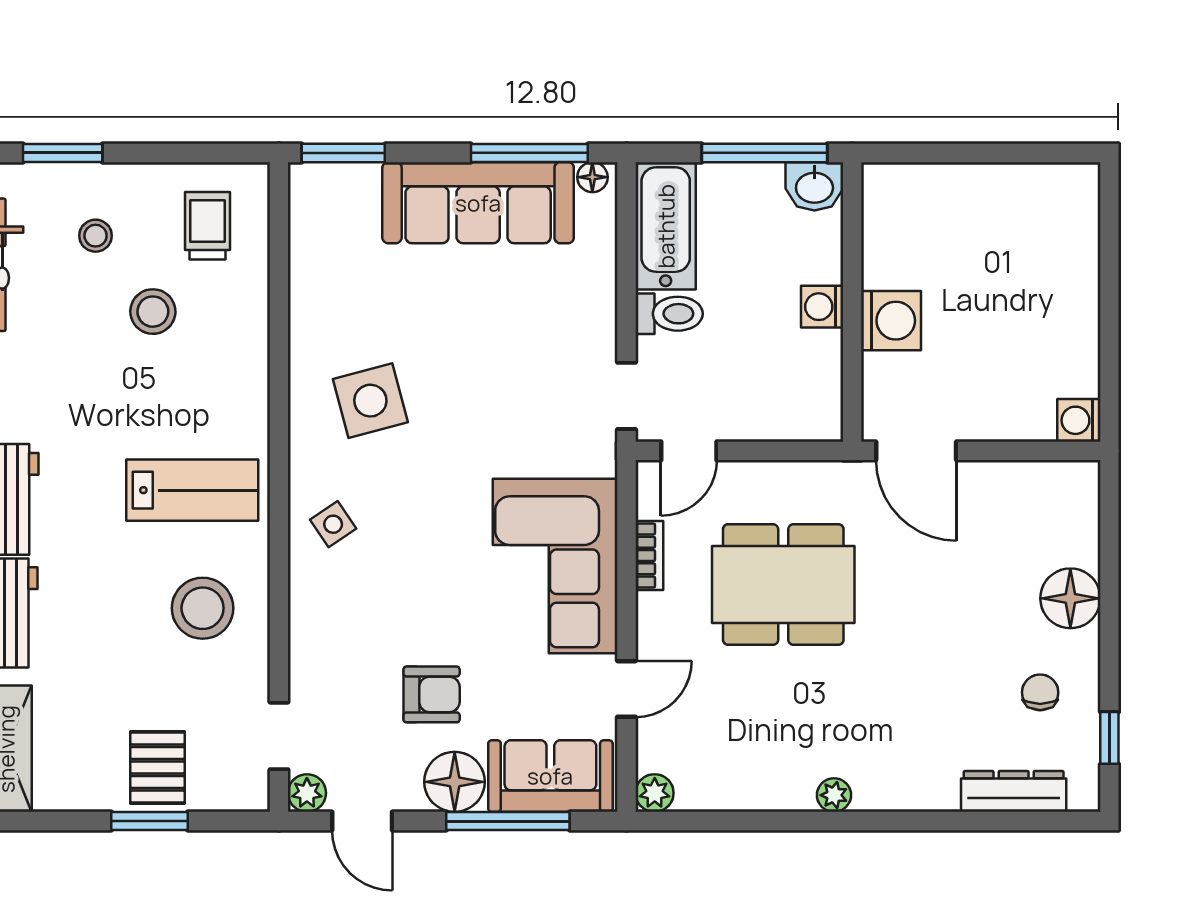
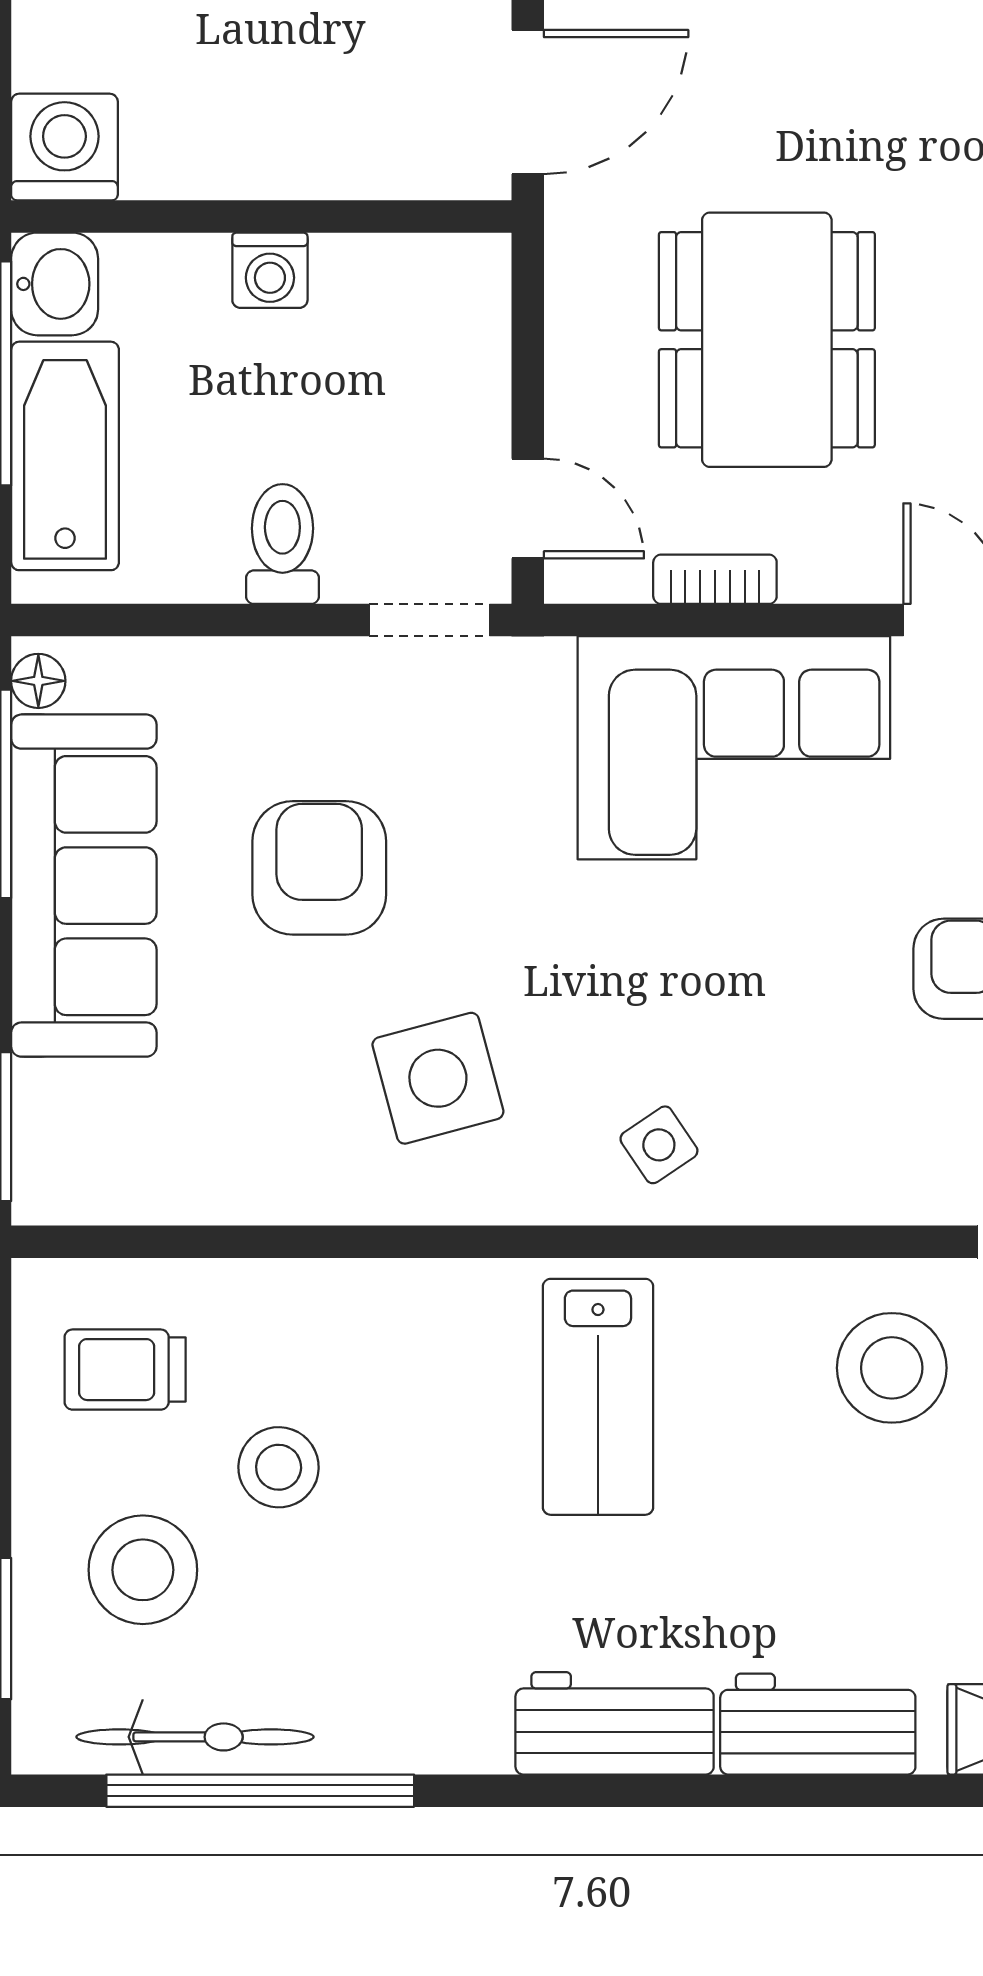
bathtub: (666, 226) -> (65, 456), moved, turned 90
stool: (96, 236) -> (143, 1570), width x1.89, depth x1.89
washing machine: (891, 321) -> (64, 147), moved
armchair: (488, 334) -> (319, 868), added
lab bench: (192, 490) -> (598, 1397), turned 180
stool: (203, 608) -> (892, 1368), moved

